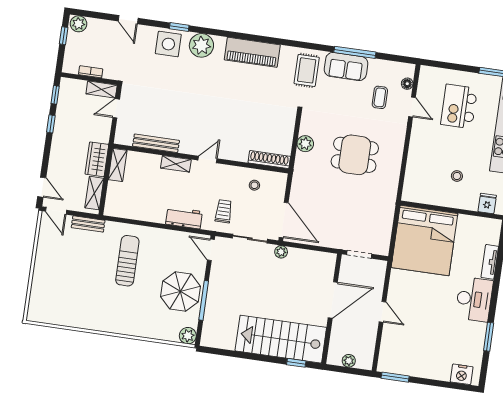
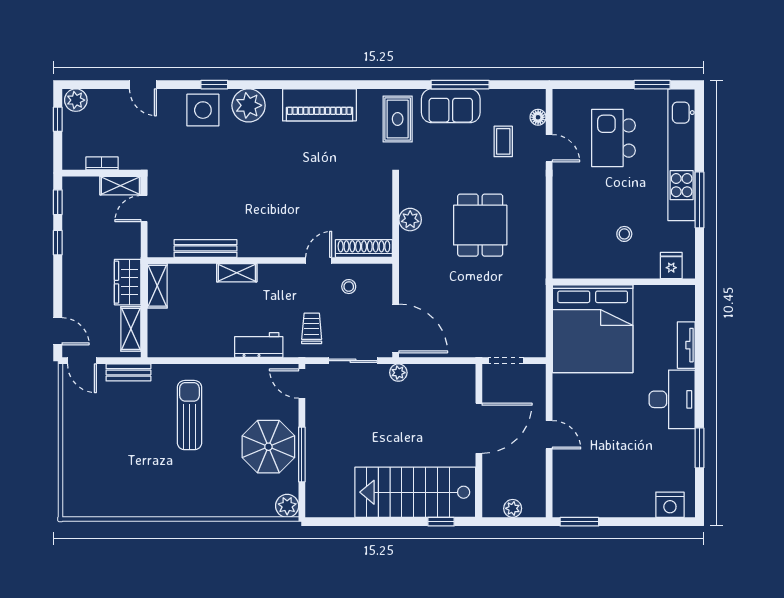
dining table: (355, 155) -> (480, 225), turned 90
door: (208, 159) -> (319, 260), moved

